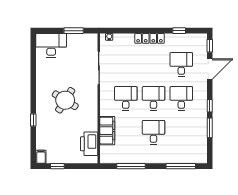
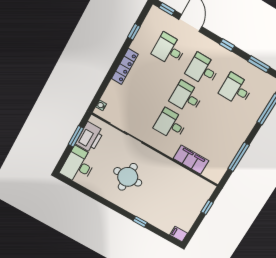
round table: (65, 100) -> (128, 177), moved, turned -32
window: (210, 128) -> (259, 64), moved
desk: (153, 132) -> (236, 89), moved
printer: (89, 144) -> (90, 137), moved, turned -90
window: (57, 166) -> (207, 207), moved

